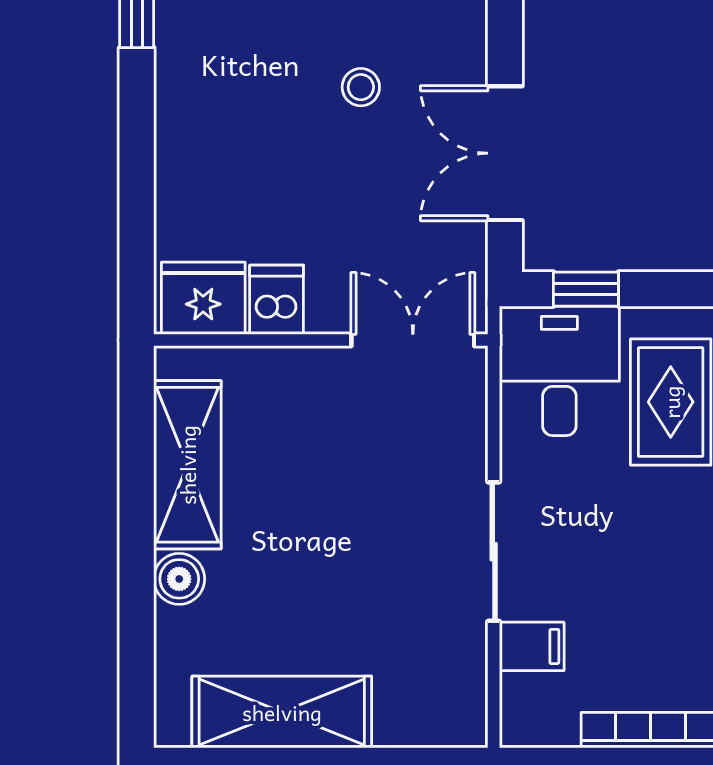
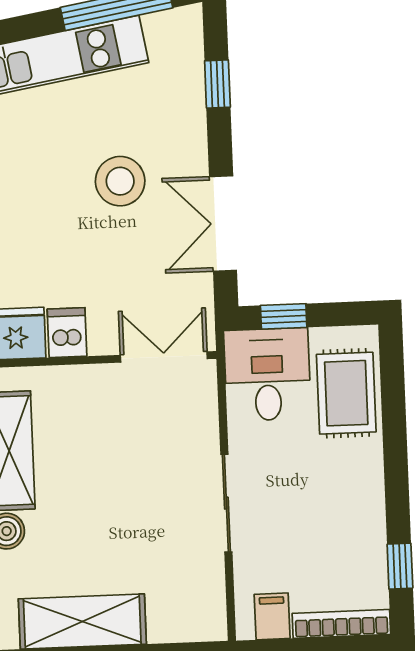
stool: (361, 87) -> (120, 181), width x1.89, depth x1.89
filing cabinet: (532, 646) -> (272, 616), moved, turned -90

